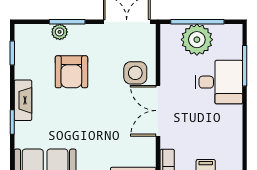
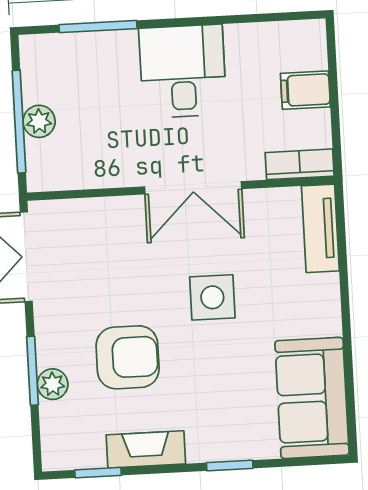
plant: (197, 40) -> (39, 121), width x0.53, depth x0.53
side table: (135, 73) -> (212, 297), moved
desk: (219, 82) -> (183, 71), moved
fireplace: (23, 100) -> (146, 449), moved

